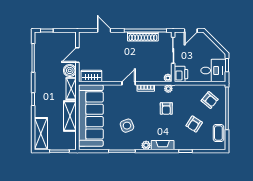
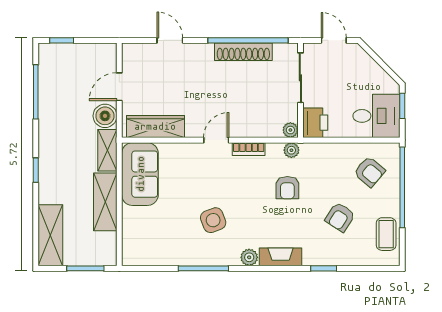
door: (191, 30) -> (334, 40), swing flipped
wardrobe: (91, 76) -> (155, 126), width x1.50
sofa: (91, 115) -> (140, 174), width x0.54, depth x0.79

